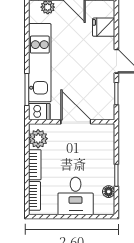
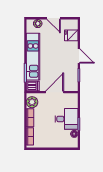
door: (76, 122) -> (55, 92), hinge flipped
desk: (76, 196) -> (66, 119), moved, turned -90

